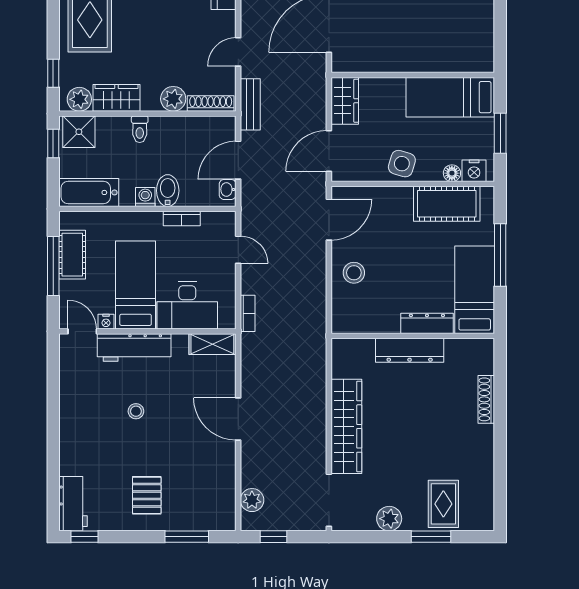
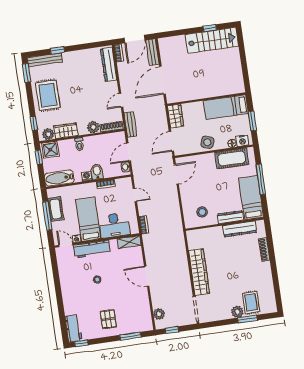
stool: (354, 273) -> (202, 212), moved
dresser: (410, 350) -> (240, 229), moved
plant: (389, 519) -> (237, 312), moved

